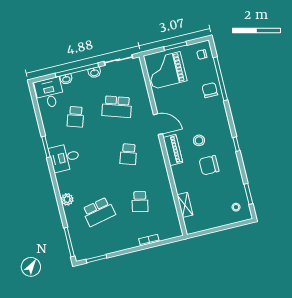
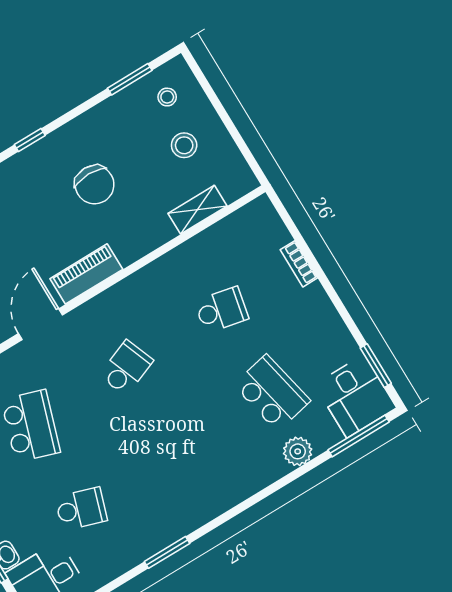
stool: (199, 140) -> (184, 145), moved
school desk: (128, 154) -> (126, 368), turned -39
desk: (65, 158) -> (355, 396), moved
plant: (67, 199) -> (298, 451), moved

